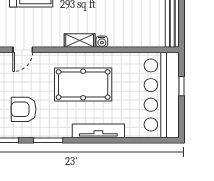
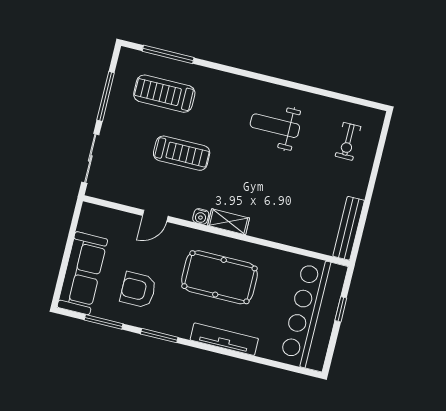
water cooler: (102, 42) -> (201, 216), moved

